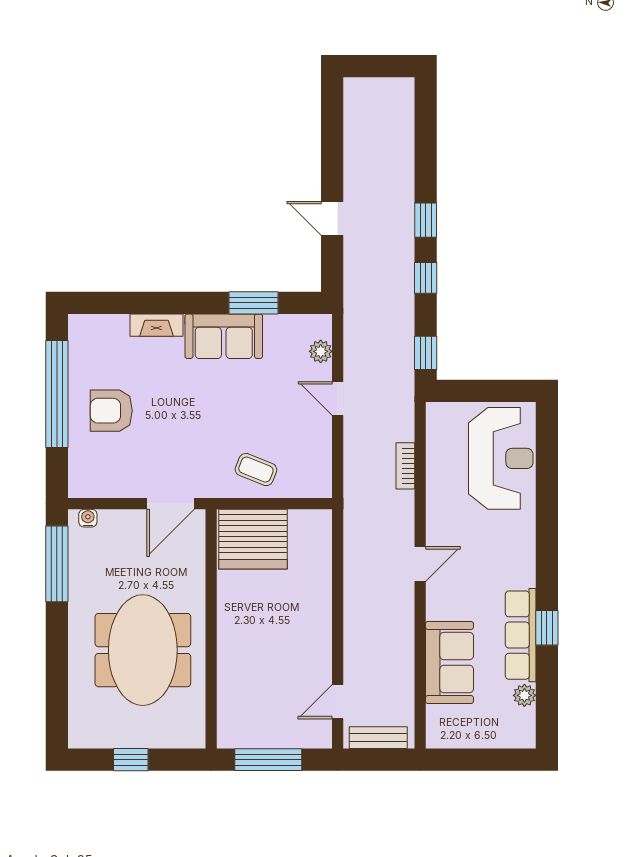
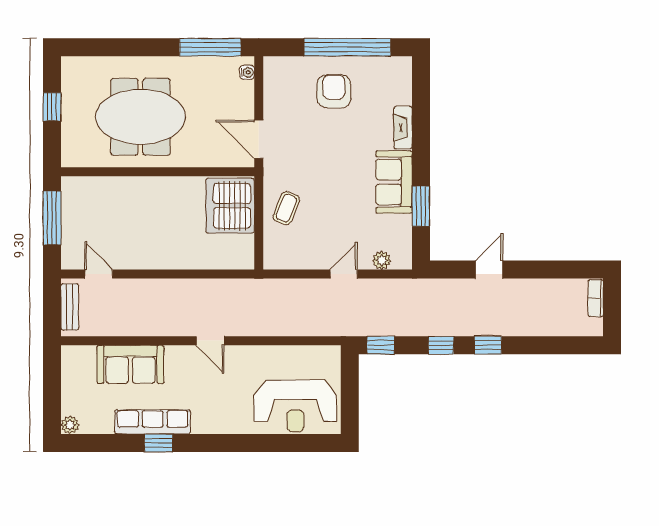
bookcase: (405, 466) -> (596, 298), moved, turned -90
plant: (524, 695) -> (70, 425), moved

